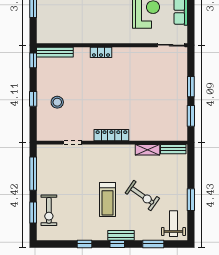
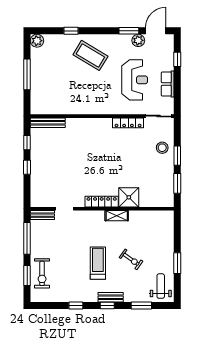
locker: (101, 52) -> (128, 123), moved, width x1.53
window: (33, 60) -> (27, 143), moved
stool: (57, 102) -> (162, 148), moved
shower: (140, 130) -> (129, 197), added
bench: (173, 149) -> (42, 215), moved
shelving: (148, 150) -> (117, 216), moved
exercise bike: (142, 196) -> (131, 259), width x0.73, depth x0.72
treadmill: (107, 200) -> (98, 263), turned 180

